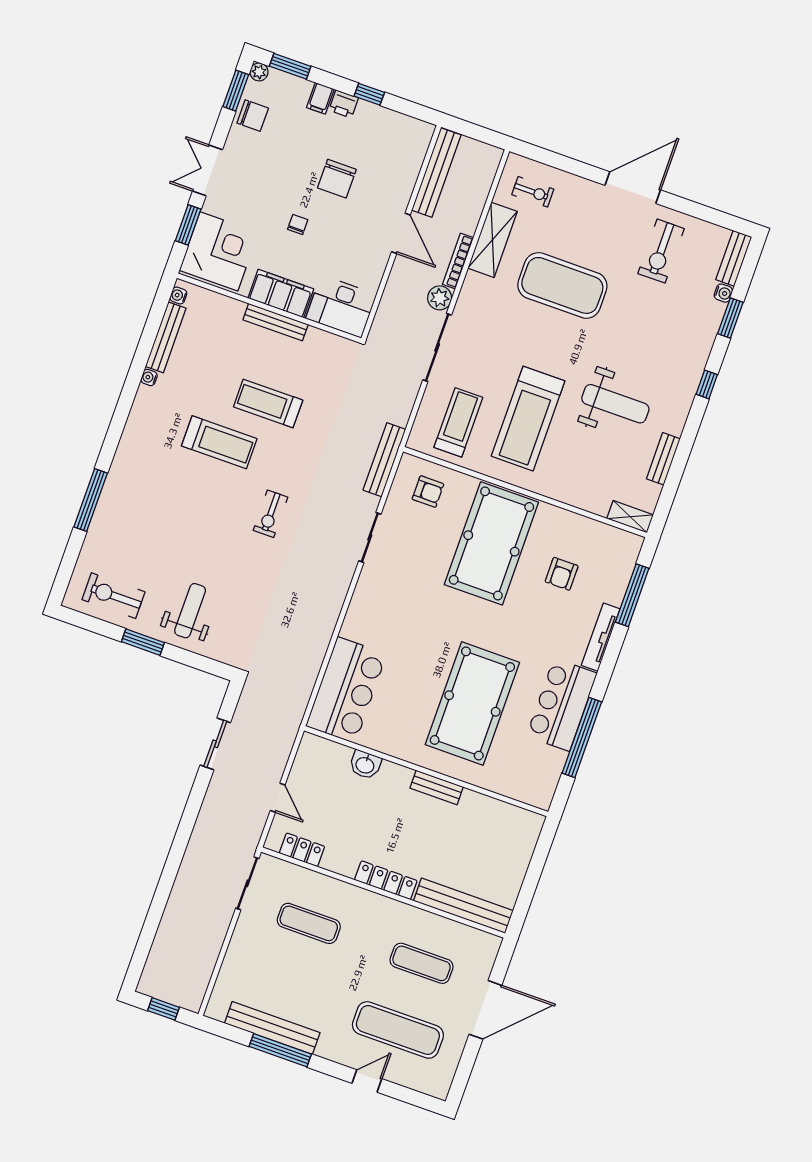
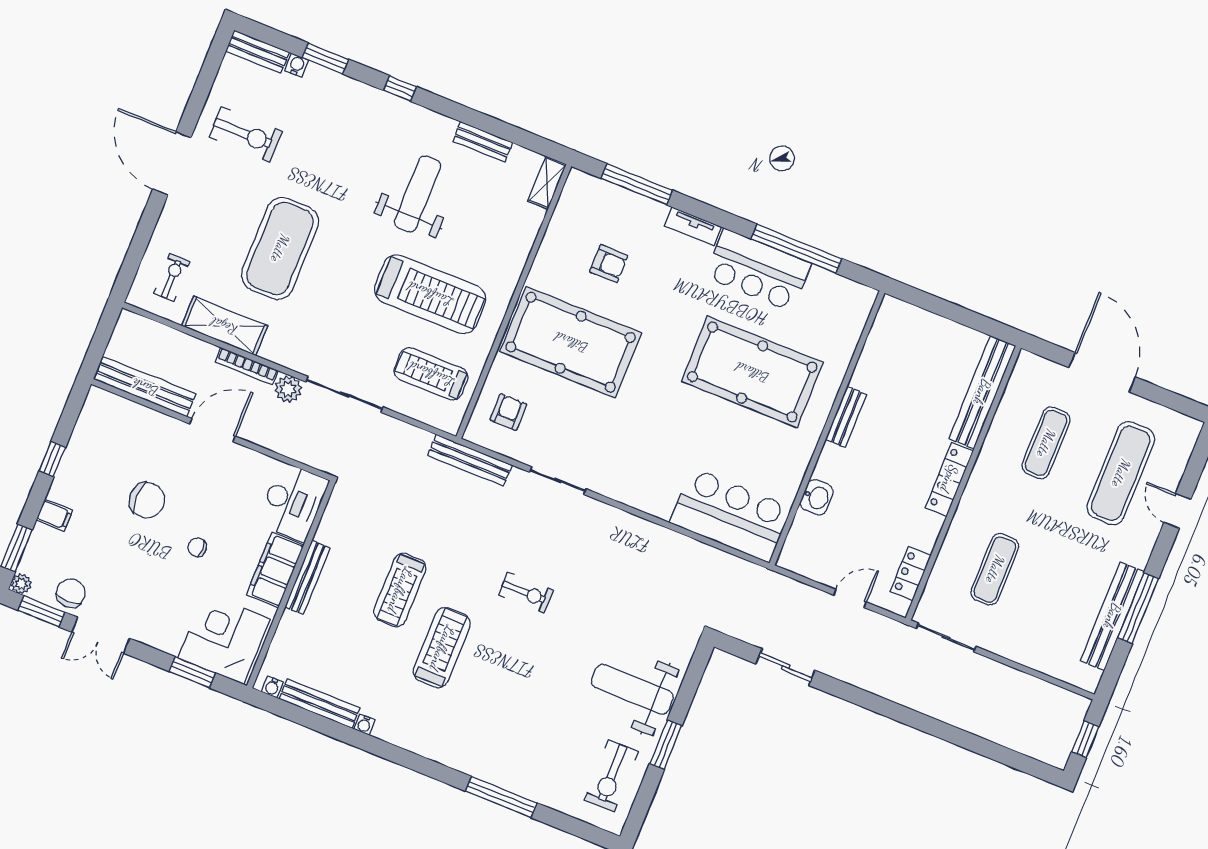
printer: (344, 104) -> (62, 489), removed
double door: (207, 170) -> (101, 635), moved
weight bench: (190, 611) -> (632, 689), width x1.36, depth x1.33
tv unit: (601, 637) -> (693, 226), width x0.71

